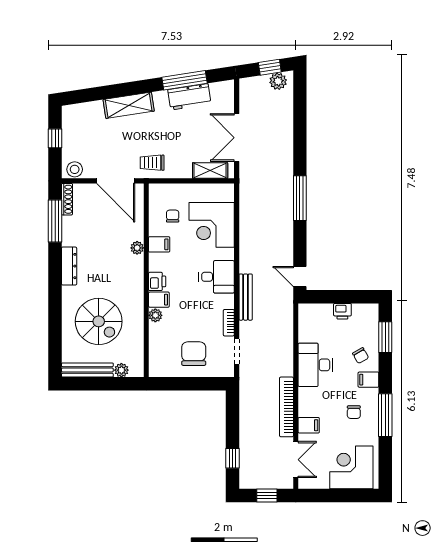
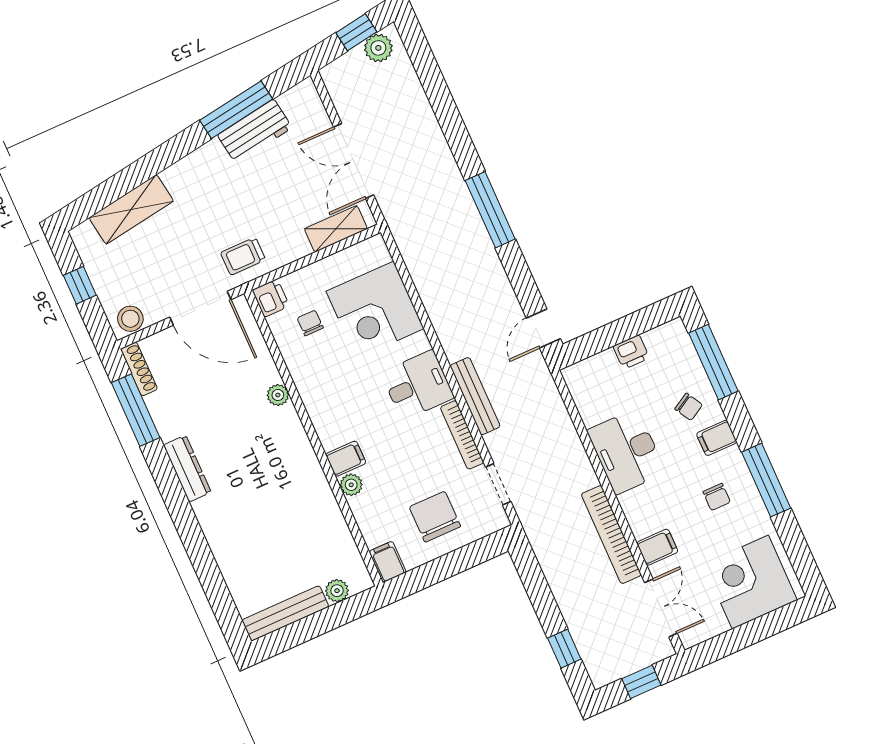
shelving: (129, 105) -> (131, 209), moved
filing cabinet: (159, 244) -> (388, 562), moved, turned -90
door: (300, 277) -> (543, 328), hinge flipped
printer: (157, 281) -> (271, 298), moved
spiral stairs: (99, 321) -> (270, 532), removed
bookcase: (229, 323) -> (462, 435), width x1.56
window: (385, 337) -> (713, 362), width x1.44

